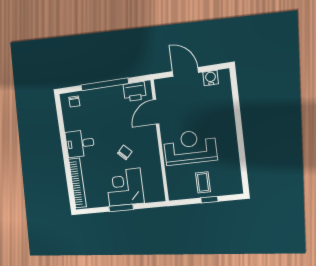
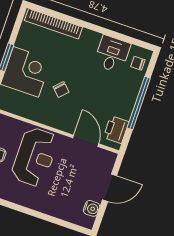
desk: (80, 144) -> (112, 54), moved

